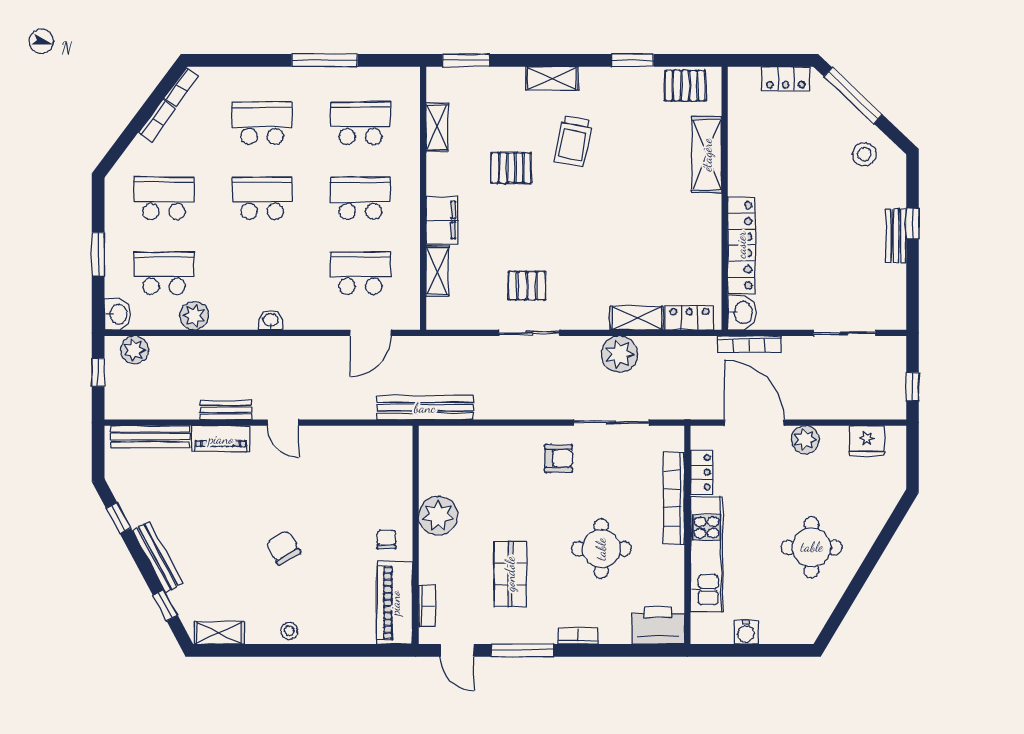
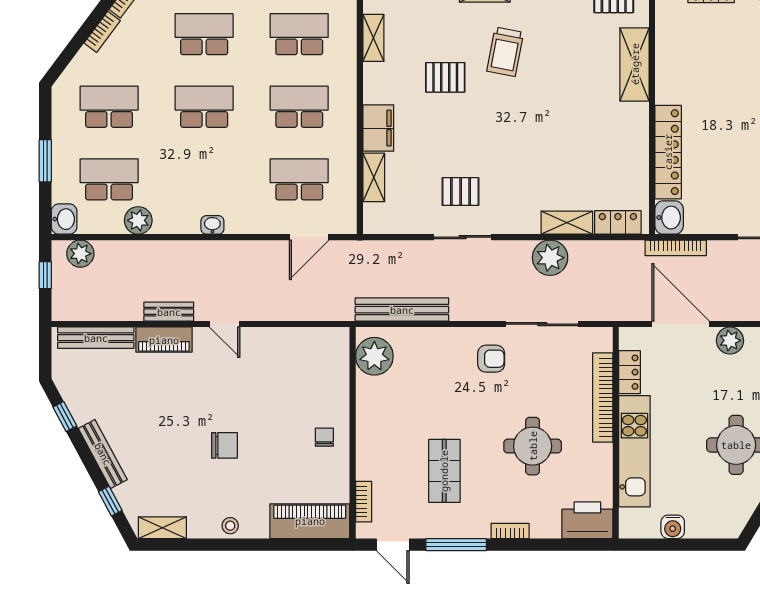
bench: (425, 408) -> (402, 310), moved
plant: (438, 516) -> (374, 356), moved
chair: (283, 548) -> (225, 445), turned 119
piano: (395, 603) -> (310, 521), moved, turned 90

